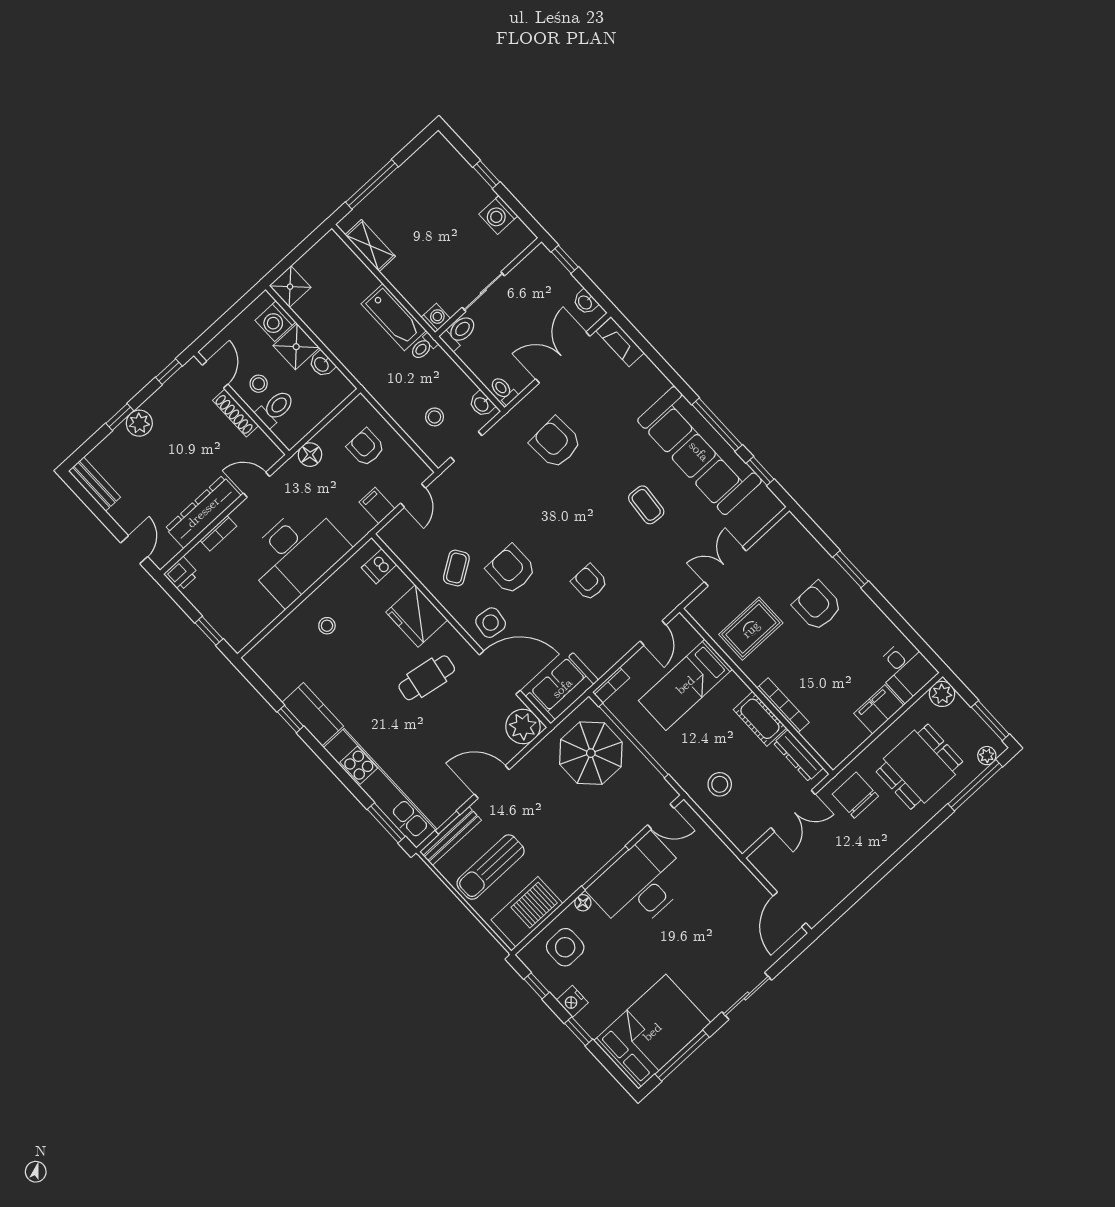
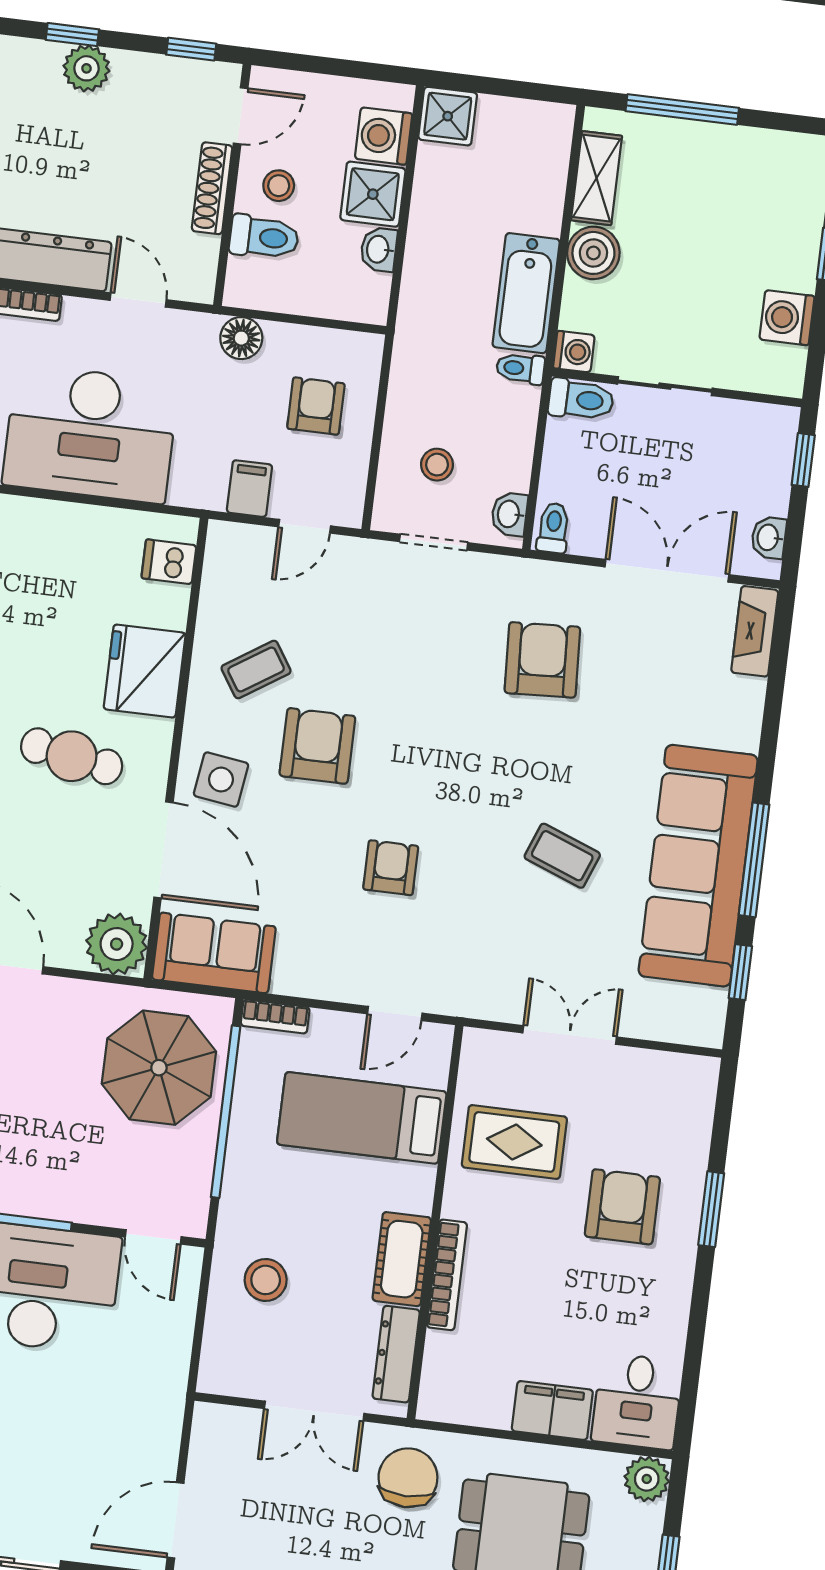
boiler: (401, 274) -> (593, 253), added
coffee table: (646, 505) -> (562, 856), turned -74
stool: (327, 626) -> (27, 560), removed

